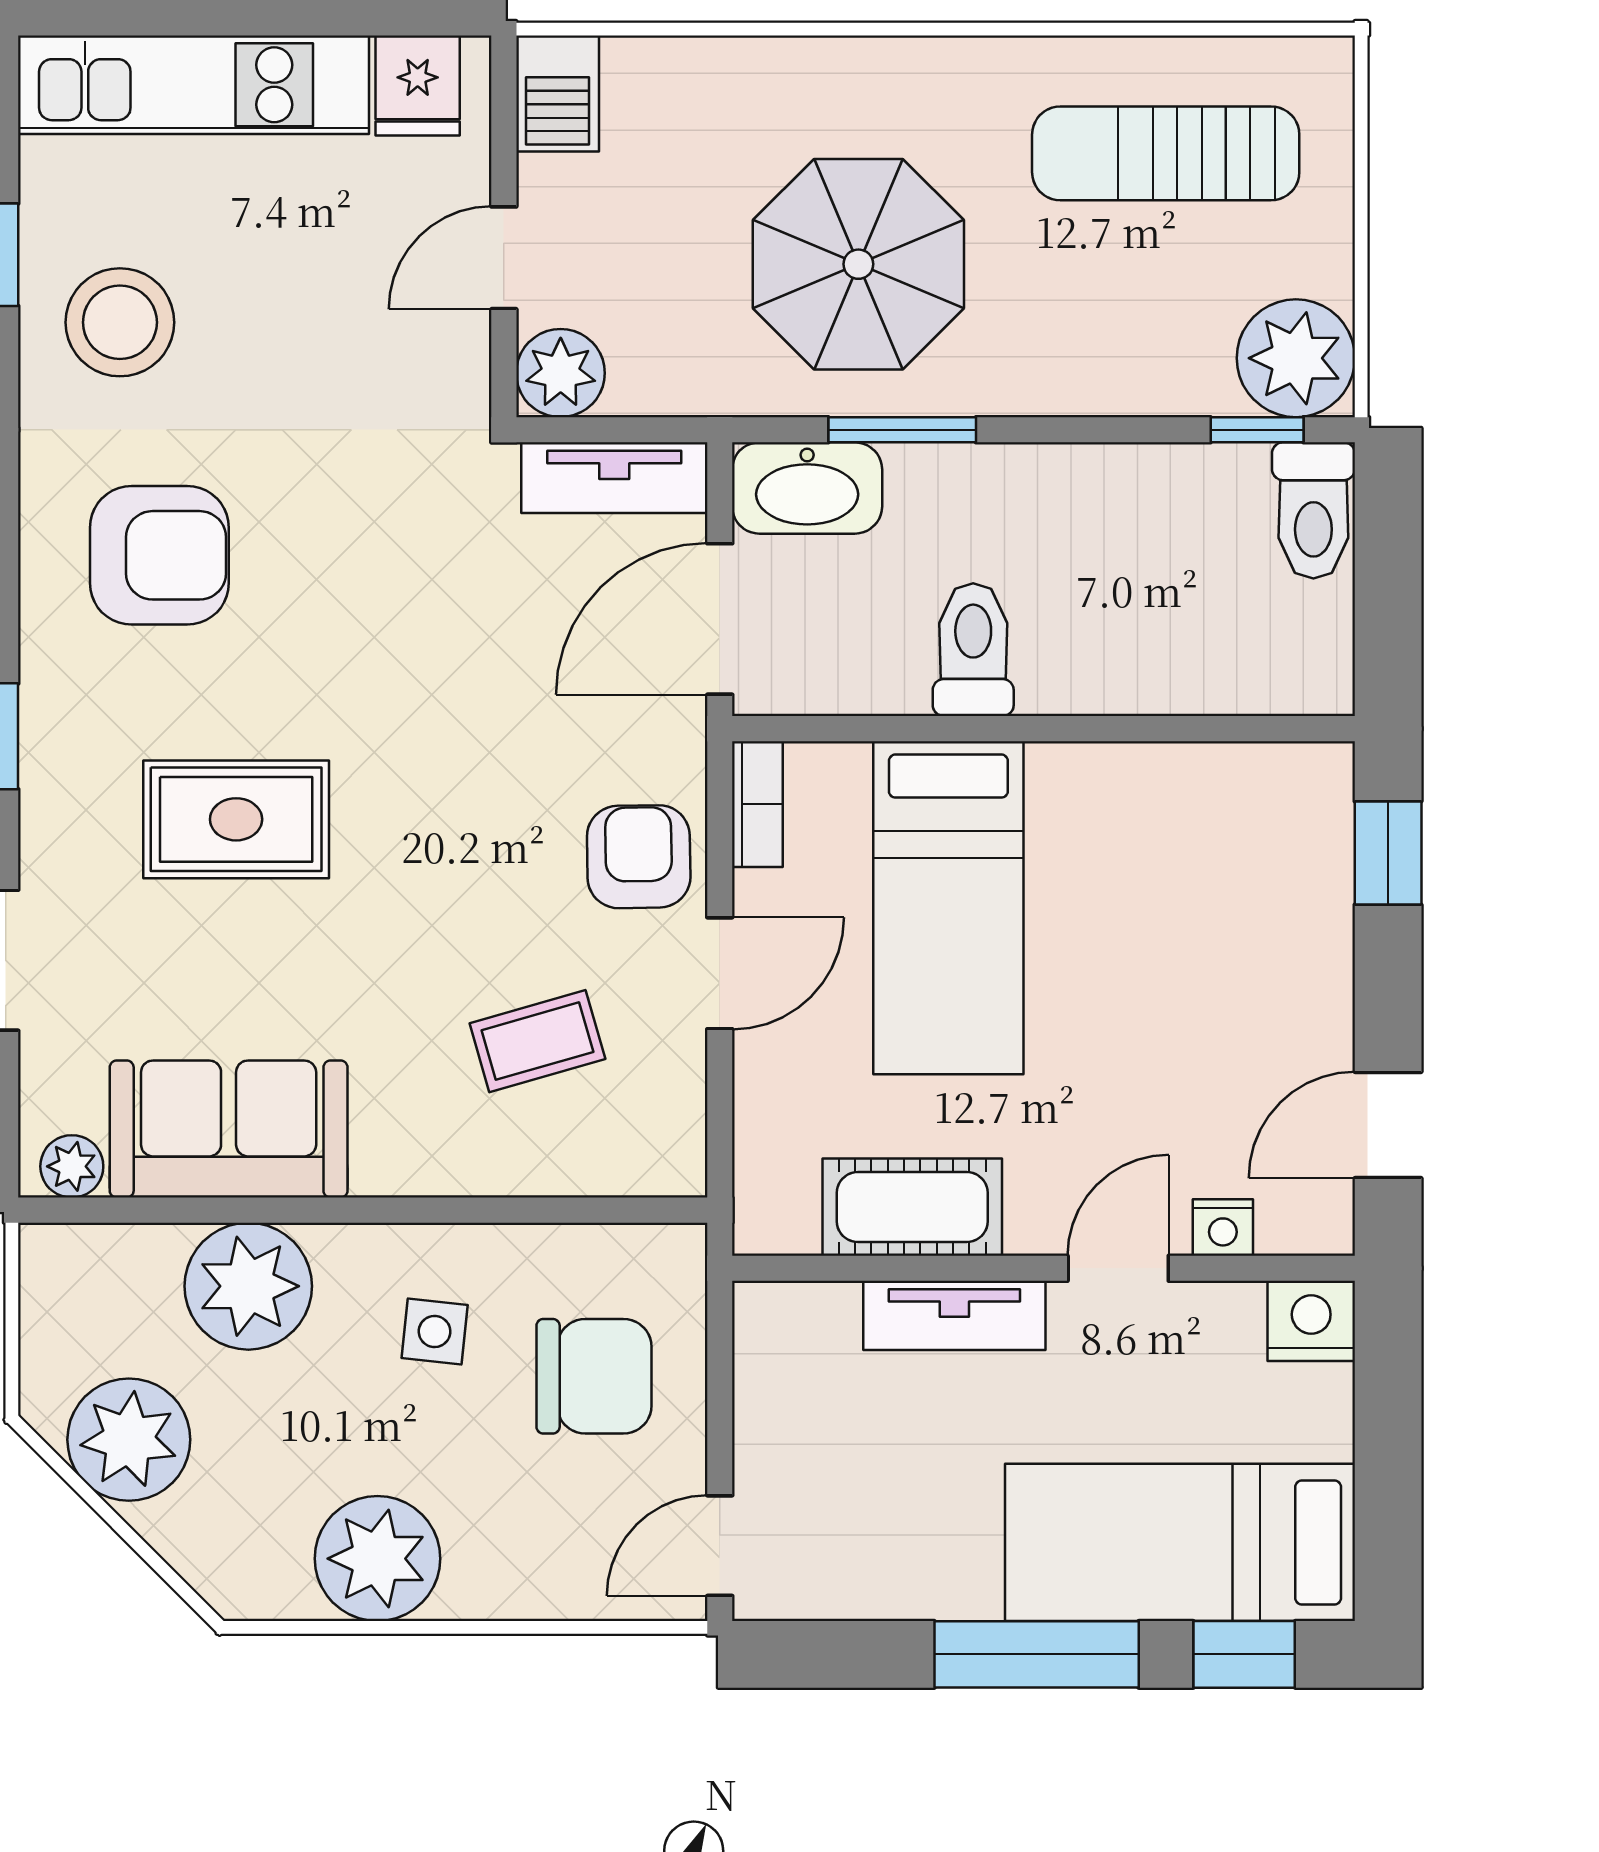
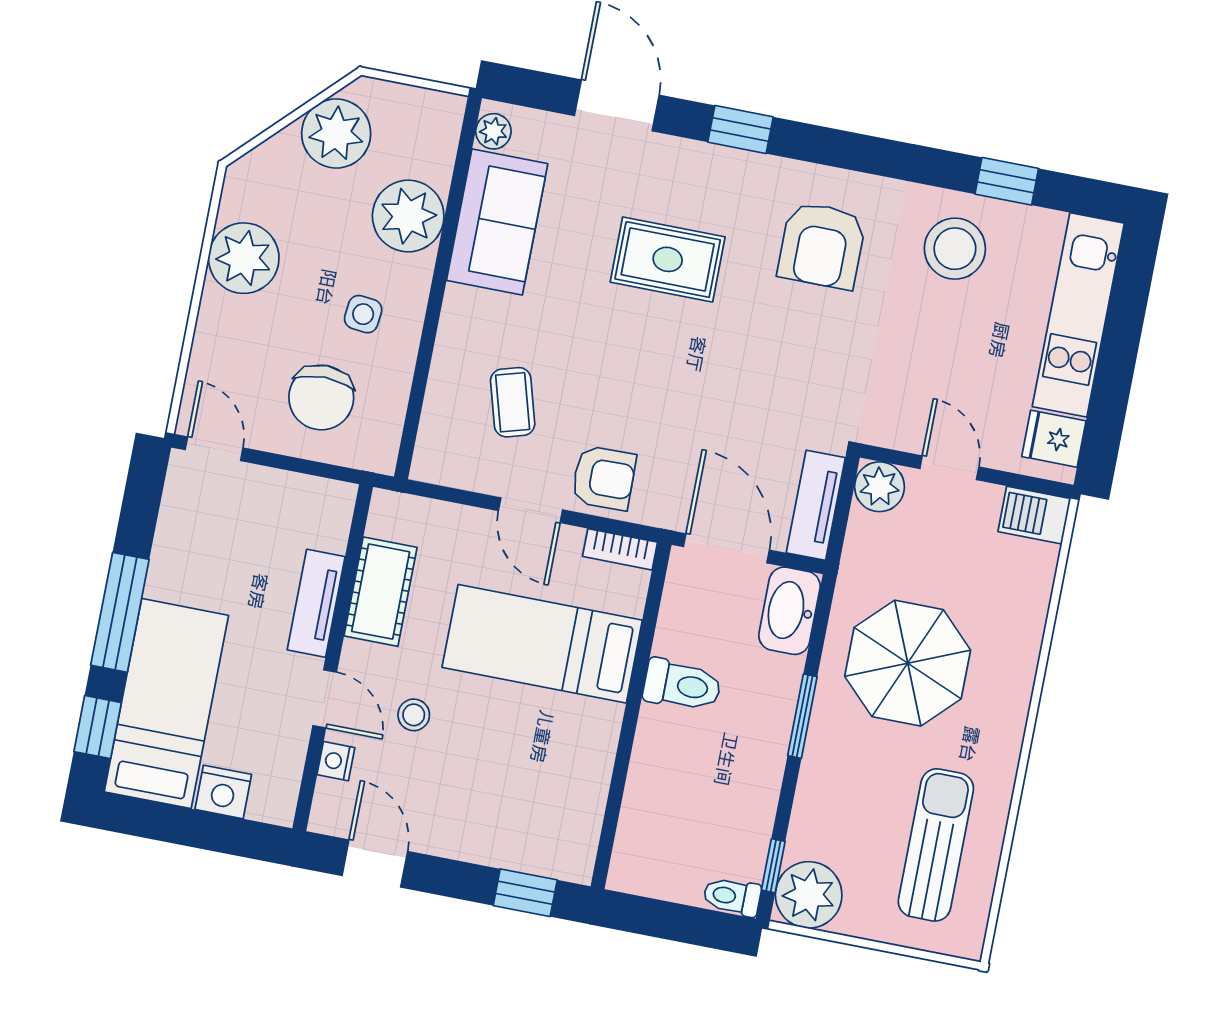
window: (902, 430) -> (802, 716), moved
toilet: (1313, 510) -> (732, 897), width x0.73, depth x0.72
rug: (236, 819) -> (668, 259), turned 90
stool: (1116, 1108) -> (414, 715), added
nightstand: (1311, 1321) -> (223, 792), moved, turned 90

